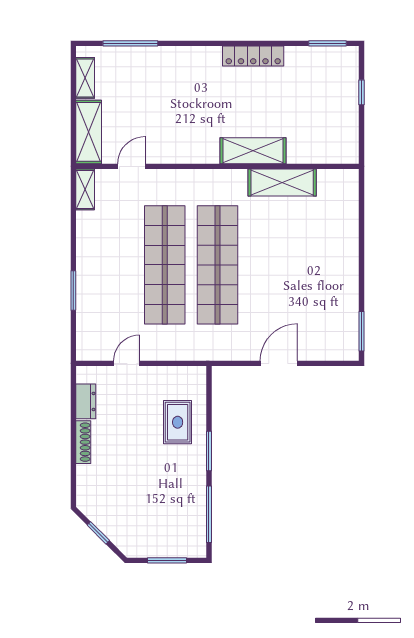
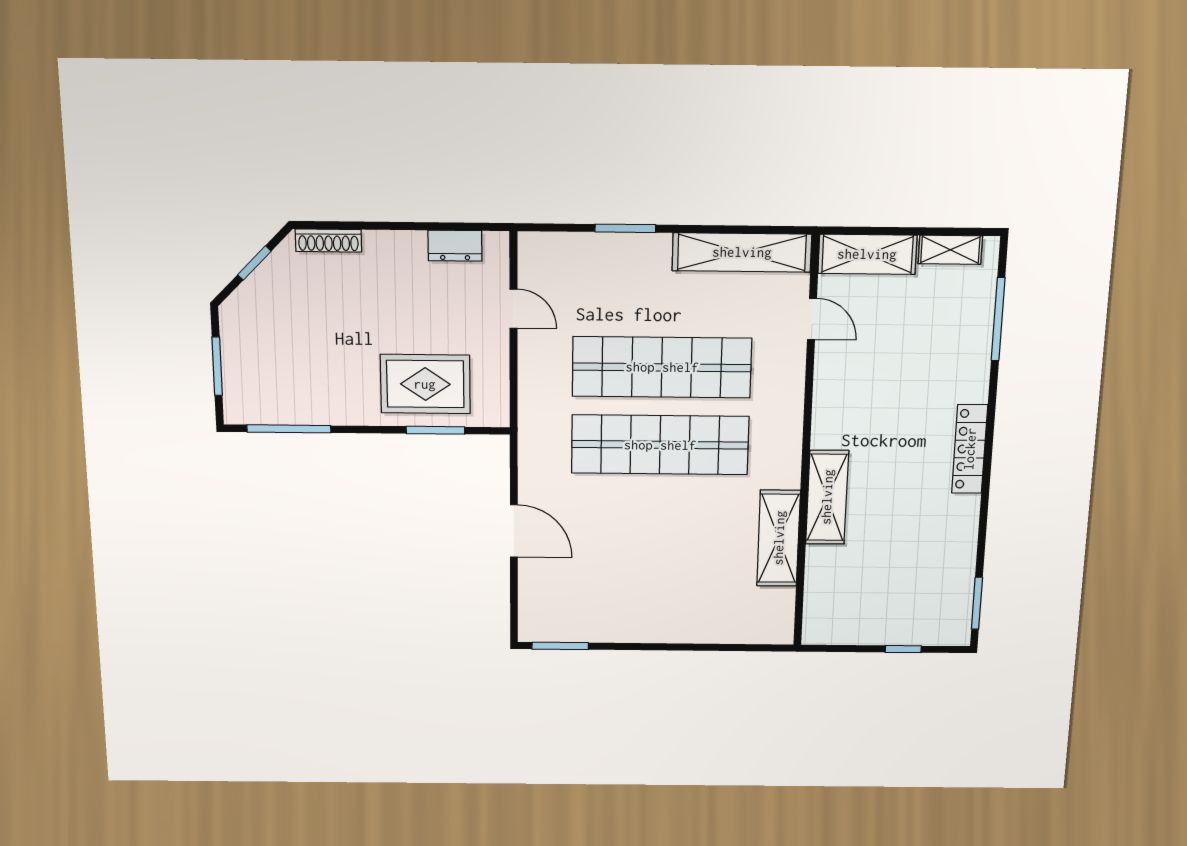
locker: (253, 56) -> (970, 449), moved
shelving: (85, 189) -> (742, 252), width x2.20, depth x1.33
rug: (178, 422) -> (425, 384), width x1.36, depth x1.43
shoe rack: (83, 442) -> (328, 240), moved
window: (209, 451) -> (435, 430), moved

